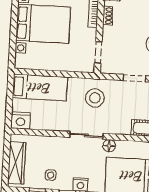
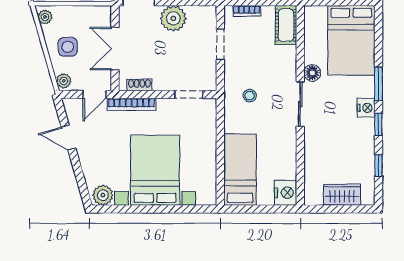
stool: (95, 98) -> (250, 96), width x0.53, depth x0.53
wardrobe: (17, 163) -> (342, 195), width x0.67
side table: (51, 175) -> (356, 149), removed

